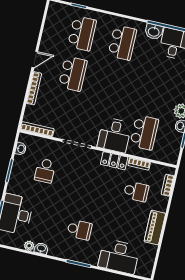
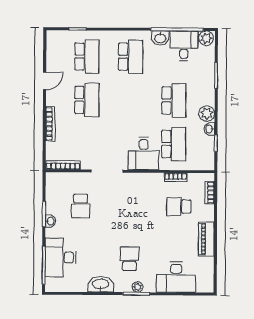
door: (35, 59) -> (45, 81), moved
school desk: (153, 92) -> (174, 100), added
washbasin: (21, 149) -> (50, 221), moved
locker: (114, 161) -> (149, 180), removed
school desk: (136, 192) -> (179, 206), turned 180
school desk: (79, 230) -> (129, 259), turned -90
plant: (29, 246) -> (138, 287), moved
washbasin: (41, 248) -> (101, 284), width x1.91, depth x1.45

